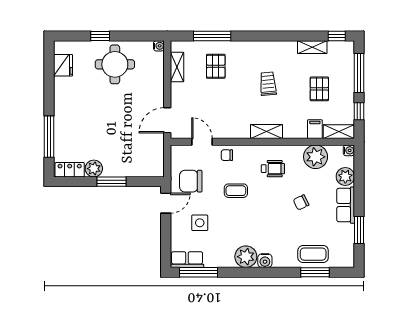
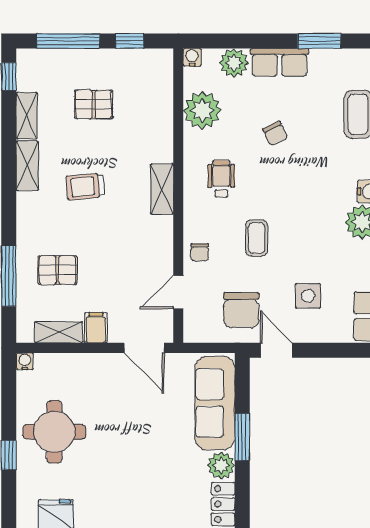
filing cabinet: (315, 129) -> (96, 328), moved, turned 90
shelving: (339, 132) -> (27, 166), moved
sofa: (133, 165) -> (215, 403), added

